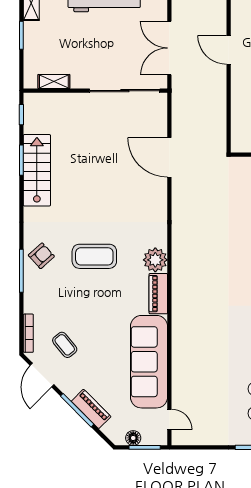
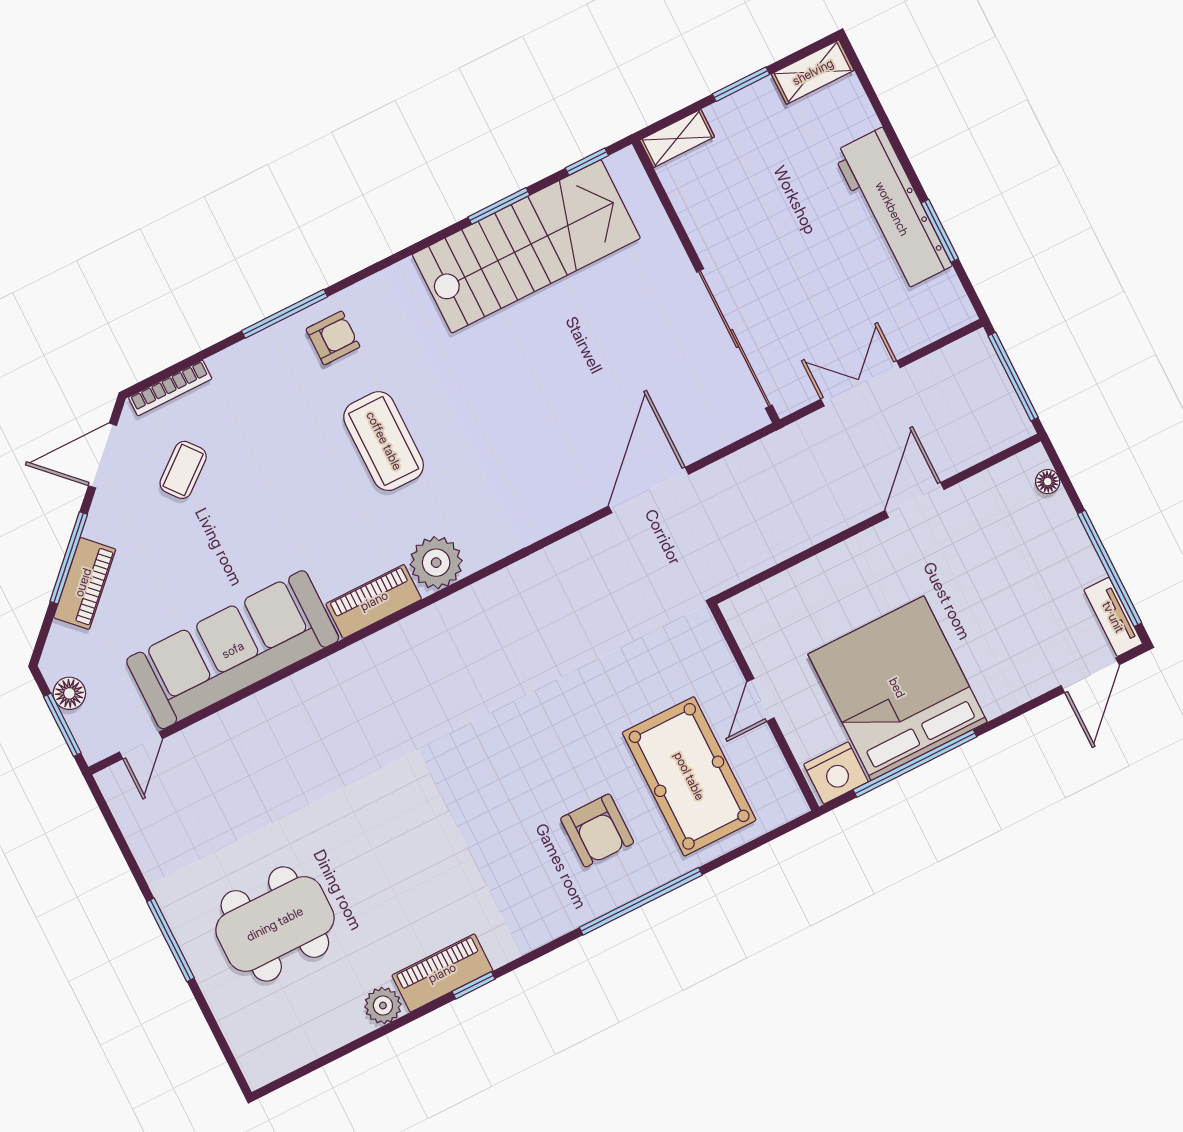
double door: (169, 48) -> (860, 383), width x0.73
shelving: (54, 81) -> (677, 138), moved, turned 90
stairs: (37, 170) -> (526, 246), width x1.36, depth x1.51
armchair: (41, 256) -> (333, 338), turned -48

